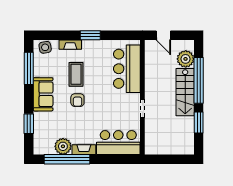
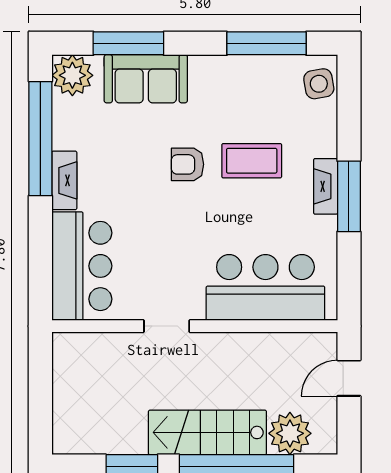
window: (90, 35) -> (349, 196), width x1.44
fireplace: (70, 45) -> (326, 186), moved
sofa: (43, 94) -> (146, 79), moved
window: (29, 124) -> (128, 43), width x1.44
plant: (63, 146) -> (72, 75), moved

